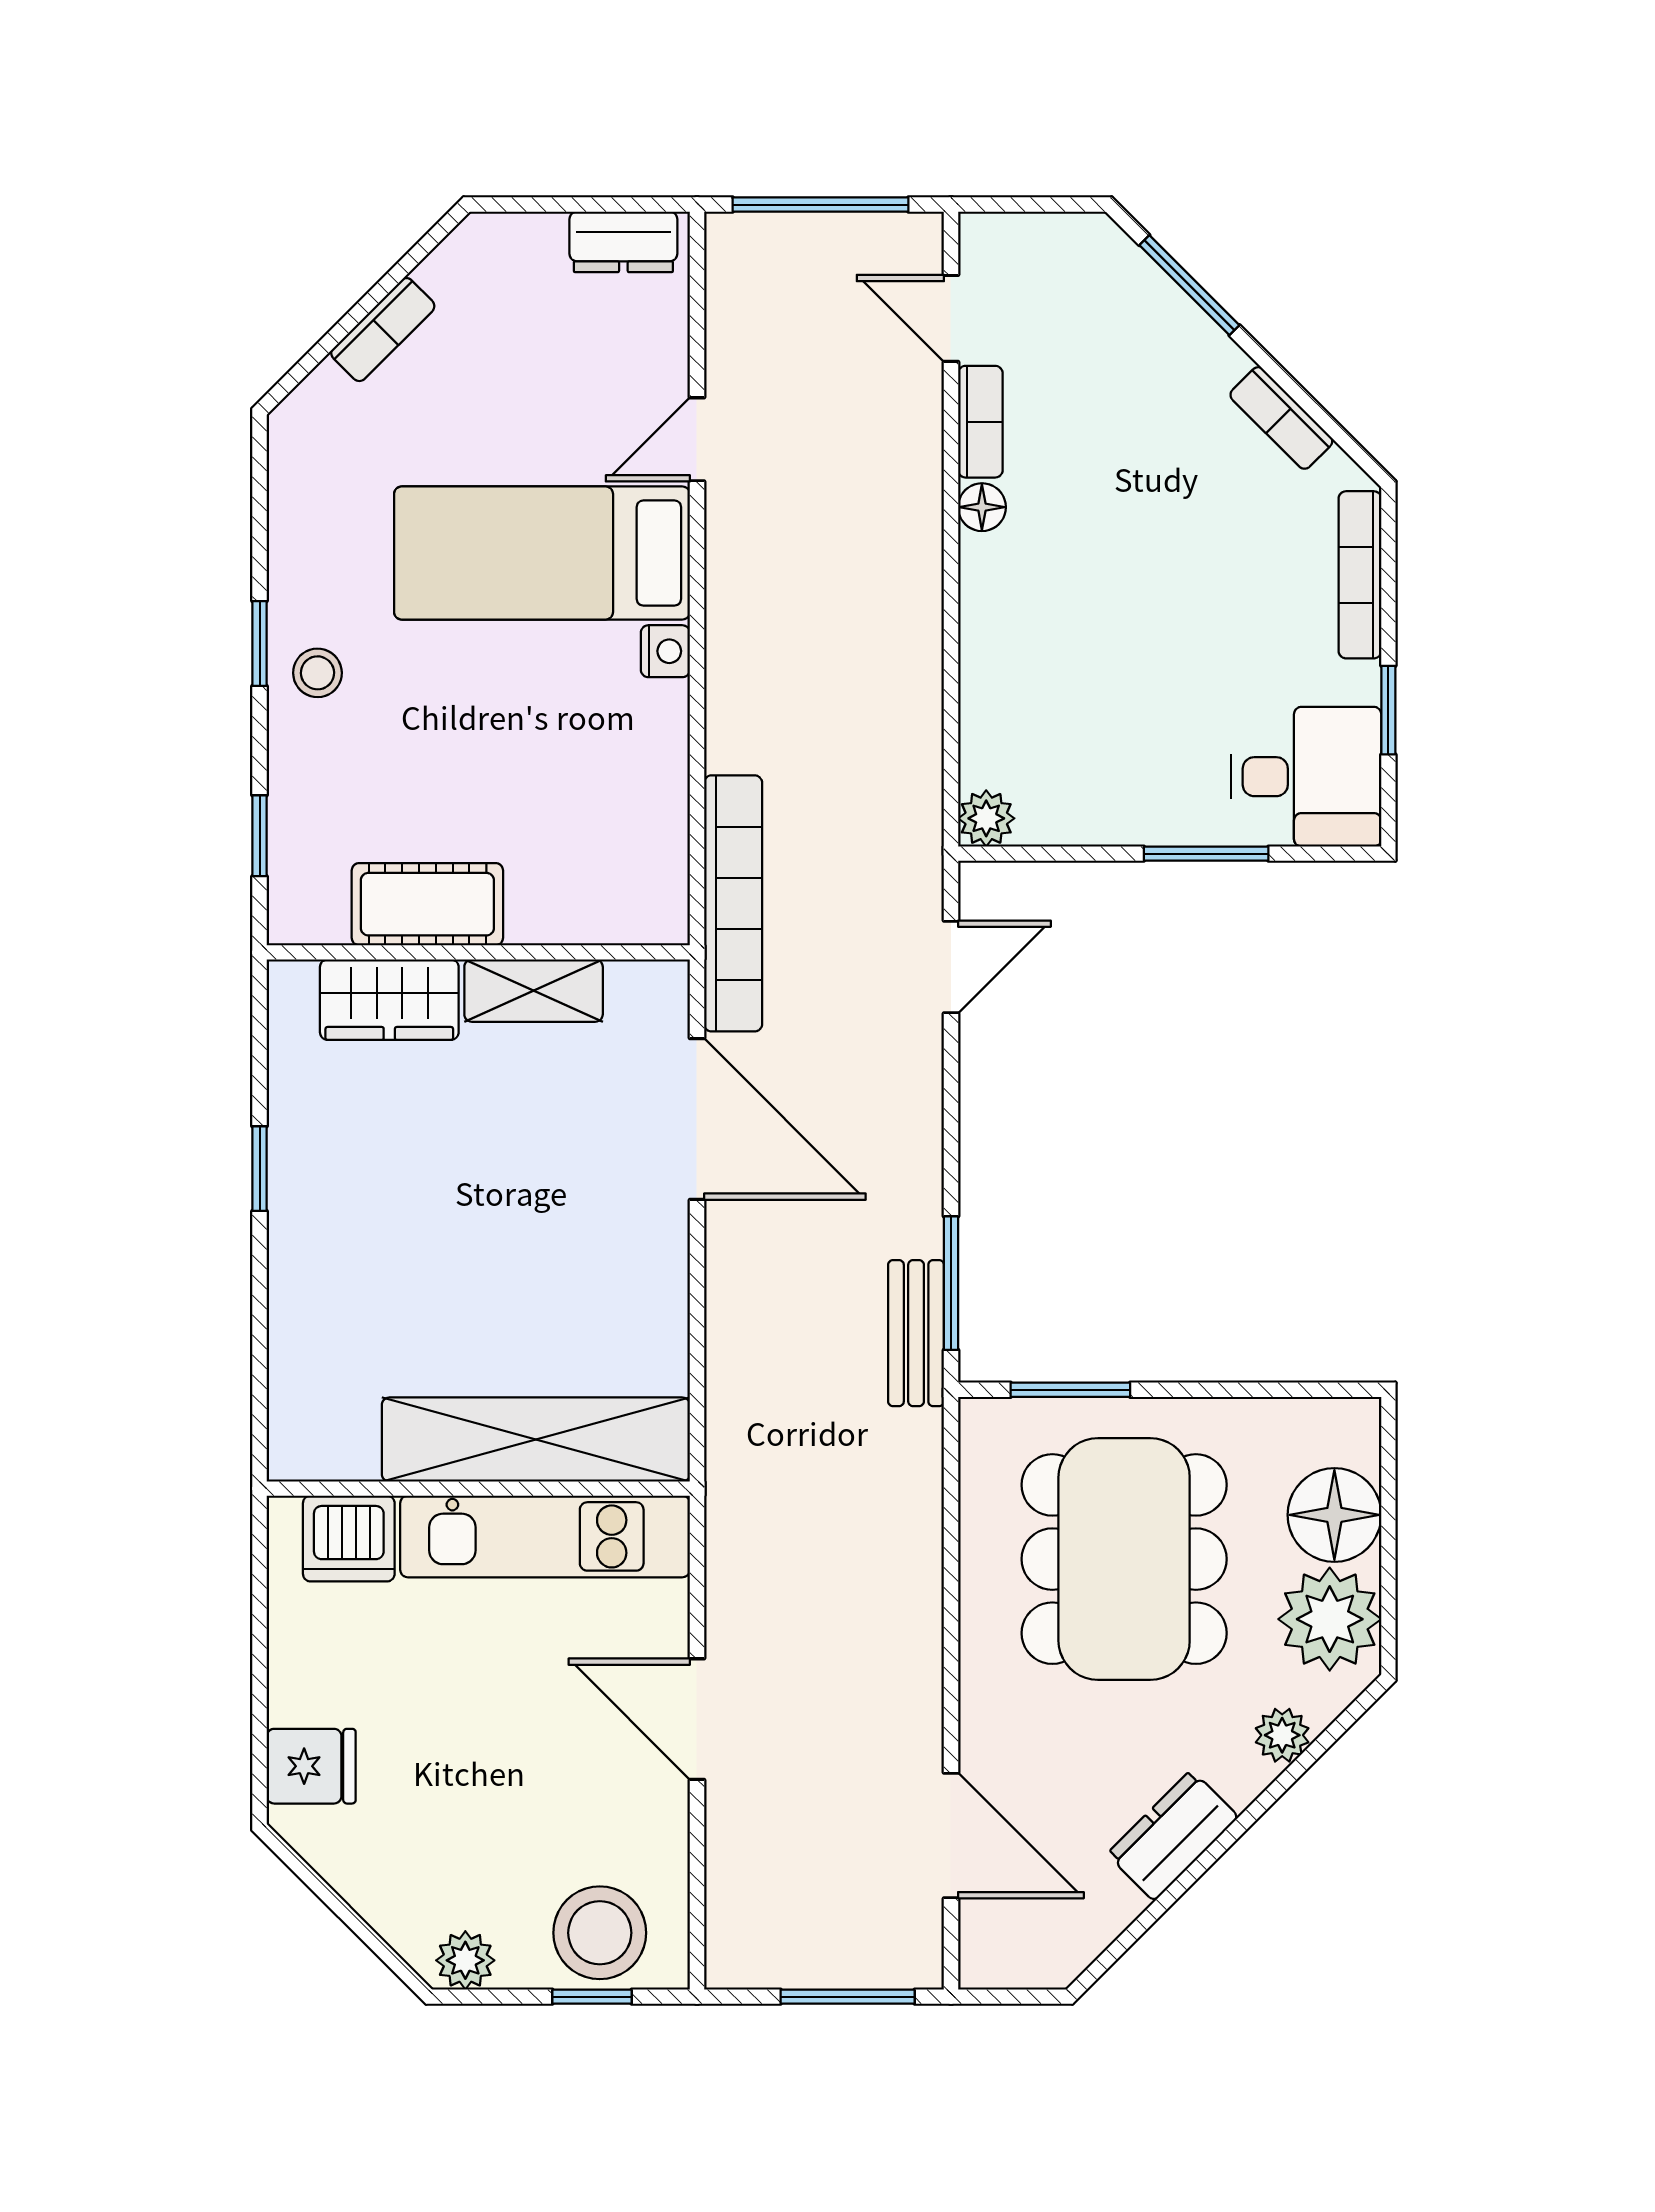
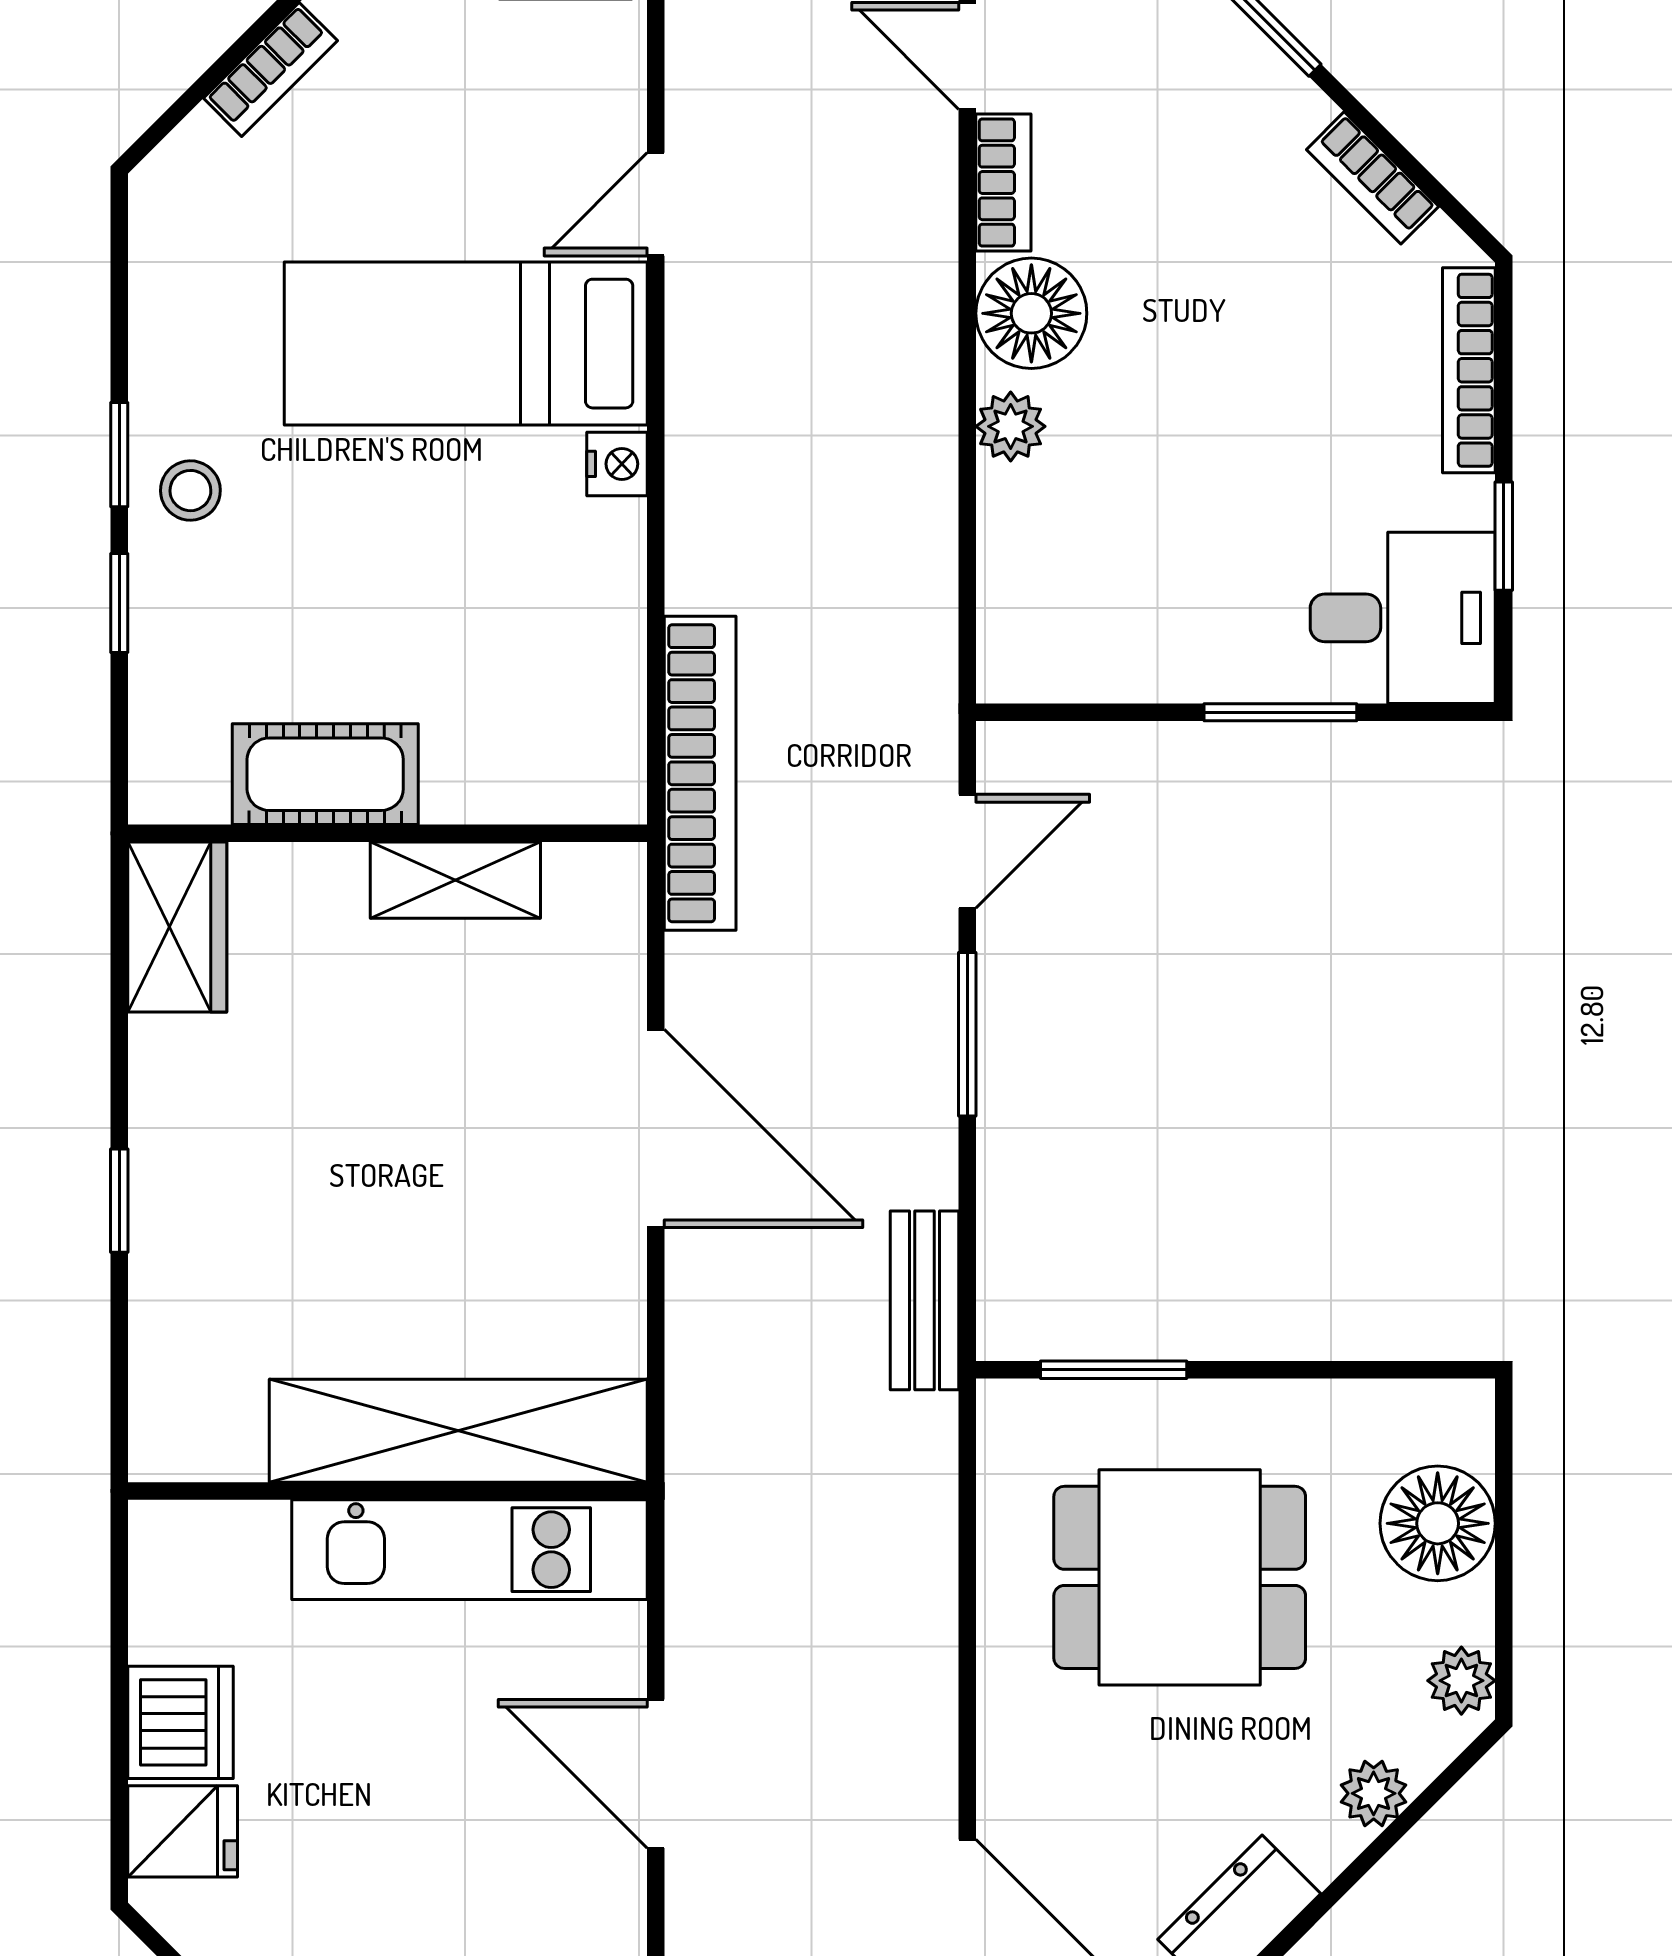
floor lamp: (982, 507) -> (1031, 313), width x1.89, depth x1.89
plant: (986, 818) -> (1011, 426), moved
window: (260, 836) -> (119, 603), moved
wardrobe: (389, 1000) -> (177, 927), moved, turned -90
door: (697, 1119) -> (656, 1129), moved
window: (260, 1169) -> (119, 1201), moved
window: (951, 1283) -> (967, 1034), moved
dishwasher: (349, 1539) -> (181, 1722), moved, turned -90
dining table: (1124, 1559) -> (1180, 1577), width x0.73
plant: (1330, 1619) -> (1461, 1681), width x0.53, depth x0.53

